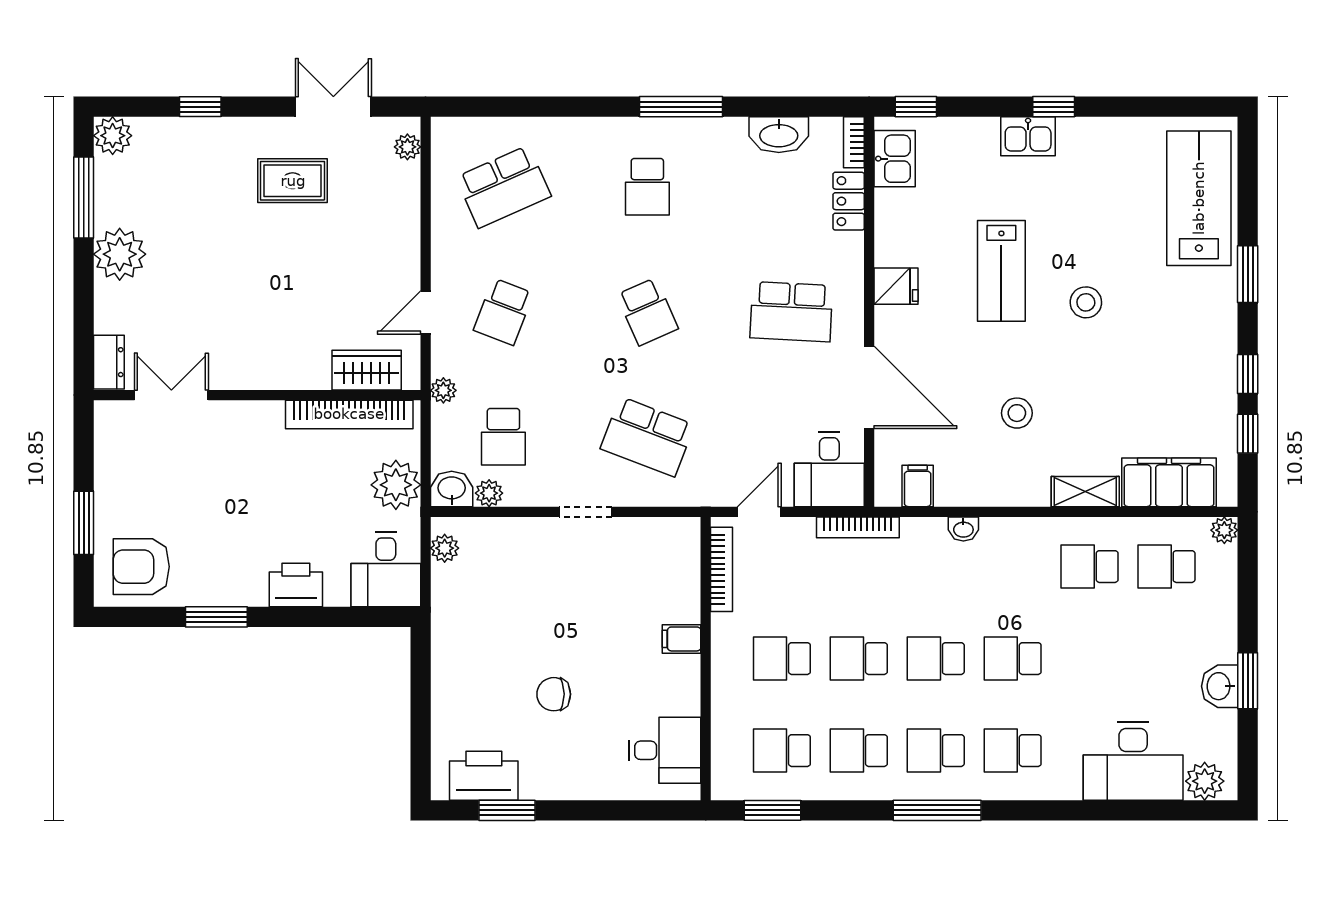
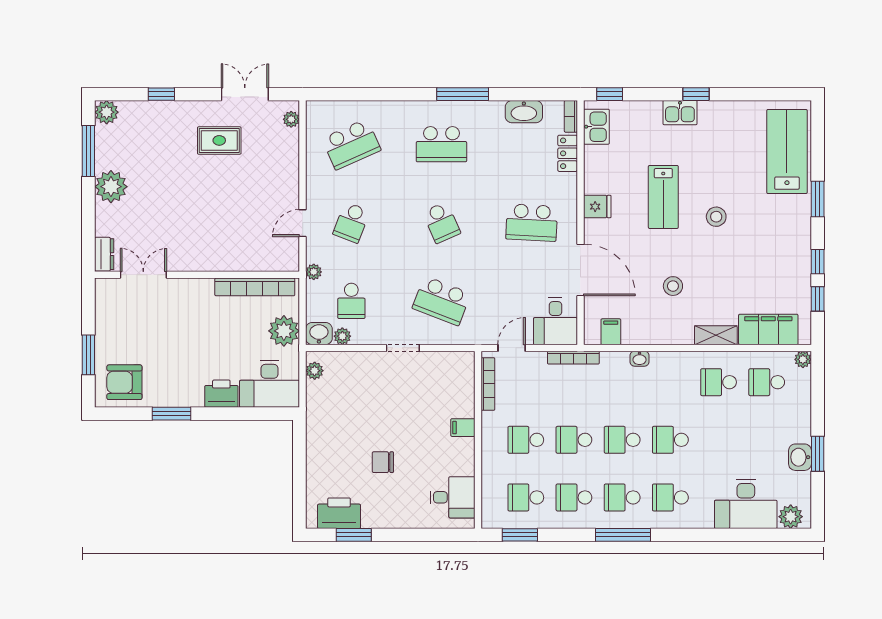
school desk: (647, 187) -> (441, 144), width x1.85
wardrobe: (367, 370) -> (266, 259), removed
desk: (386, 569) -> (270, 384), width x1.37

